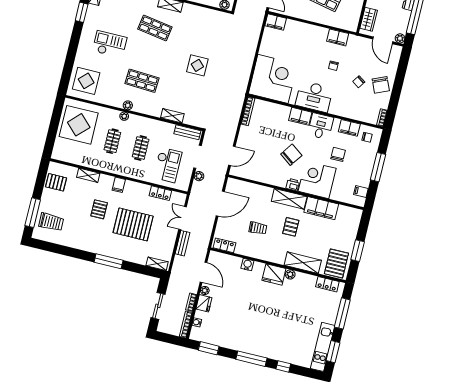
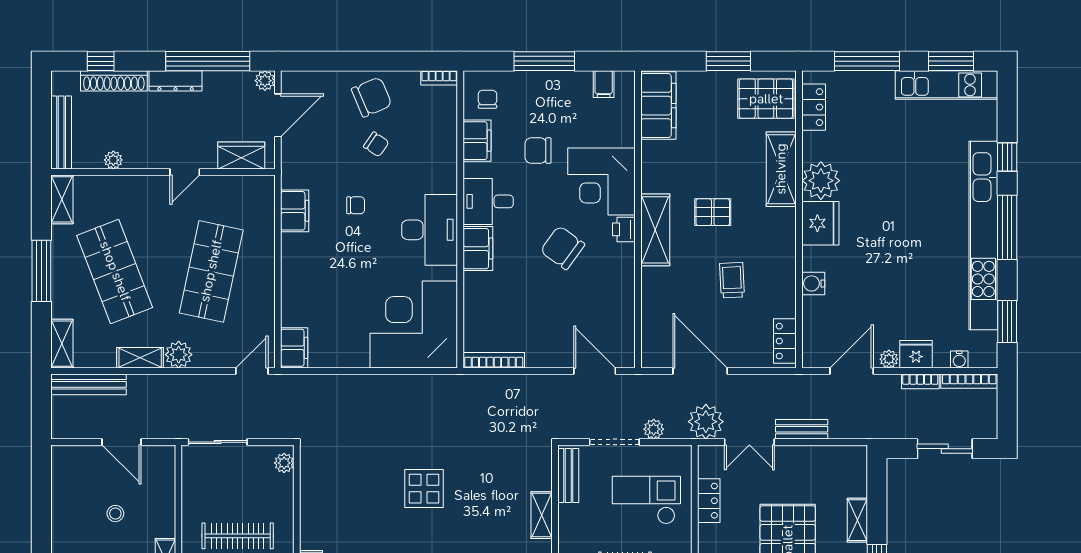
plant: (197, 201) -> (706, 422), added
filing cabinet: (321, 208) -> (658, 106), moved
shelving: (157, 264) -> (857, 520), moved
plant: (290, 274) -> (821, 181), width x1.88, depth x1.88
kitchen unit: (250, 347) -> (983, 236), added

